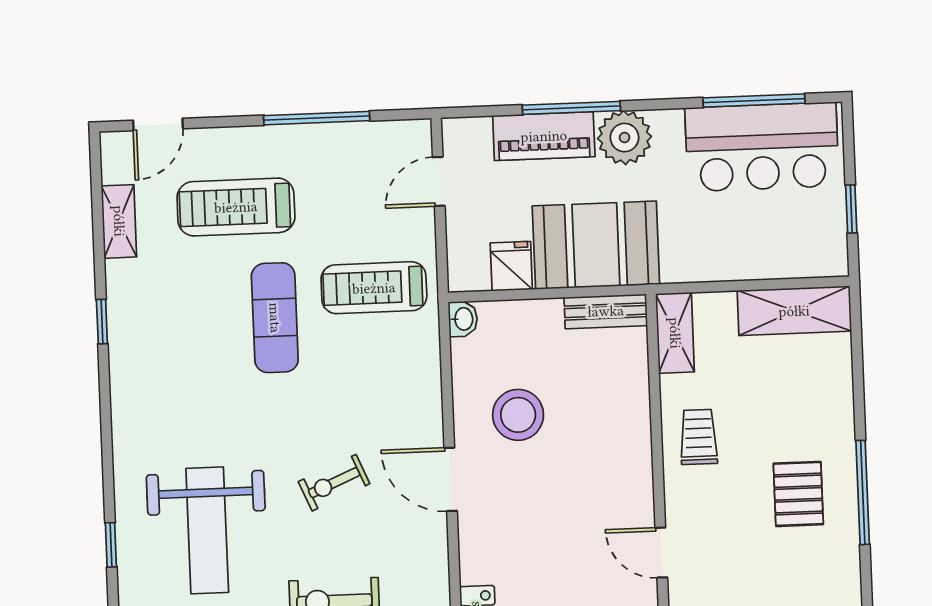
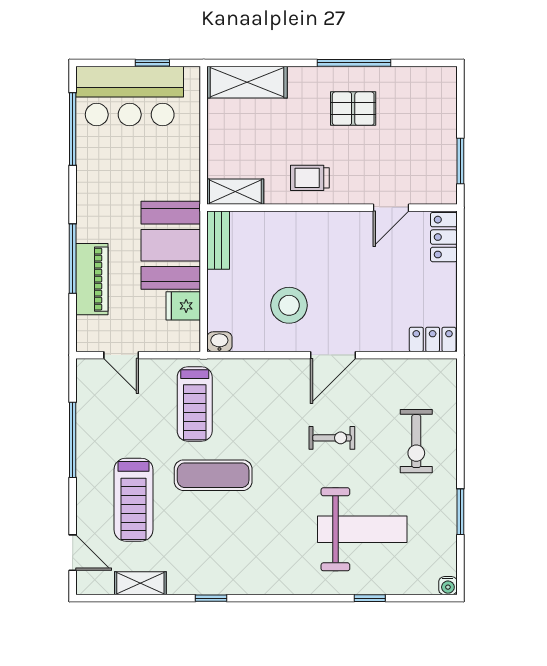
plant: (625, 138) -> (95, 222), removed
bar counter: (762, 147) -> (130, 96), moved, turned 90
shelving: (794, 311) -> (247, 82), moved, turned 90
exercise bike: (334, 483) -> (332, 438), turned -67

